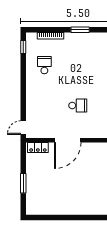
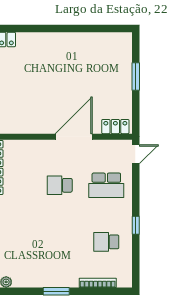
window: (23, 47) -> (136, 225), moved
school desk: (44, 65) -> (106, 242), turned 90
school desk: (44, 106) -> (106, 185), added

